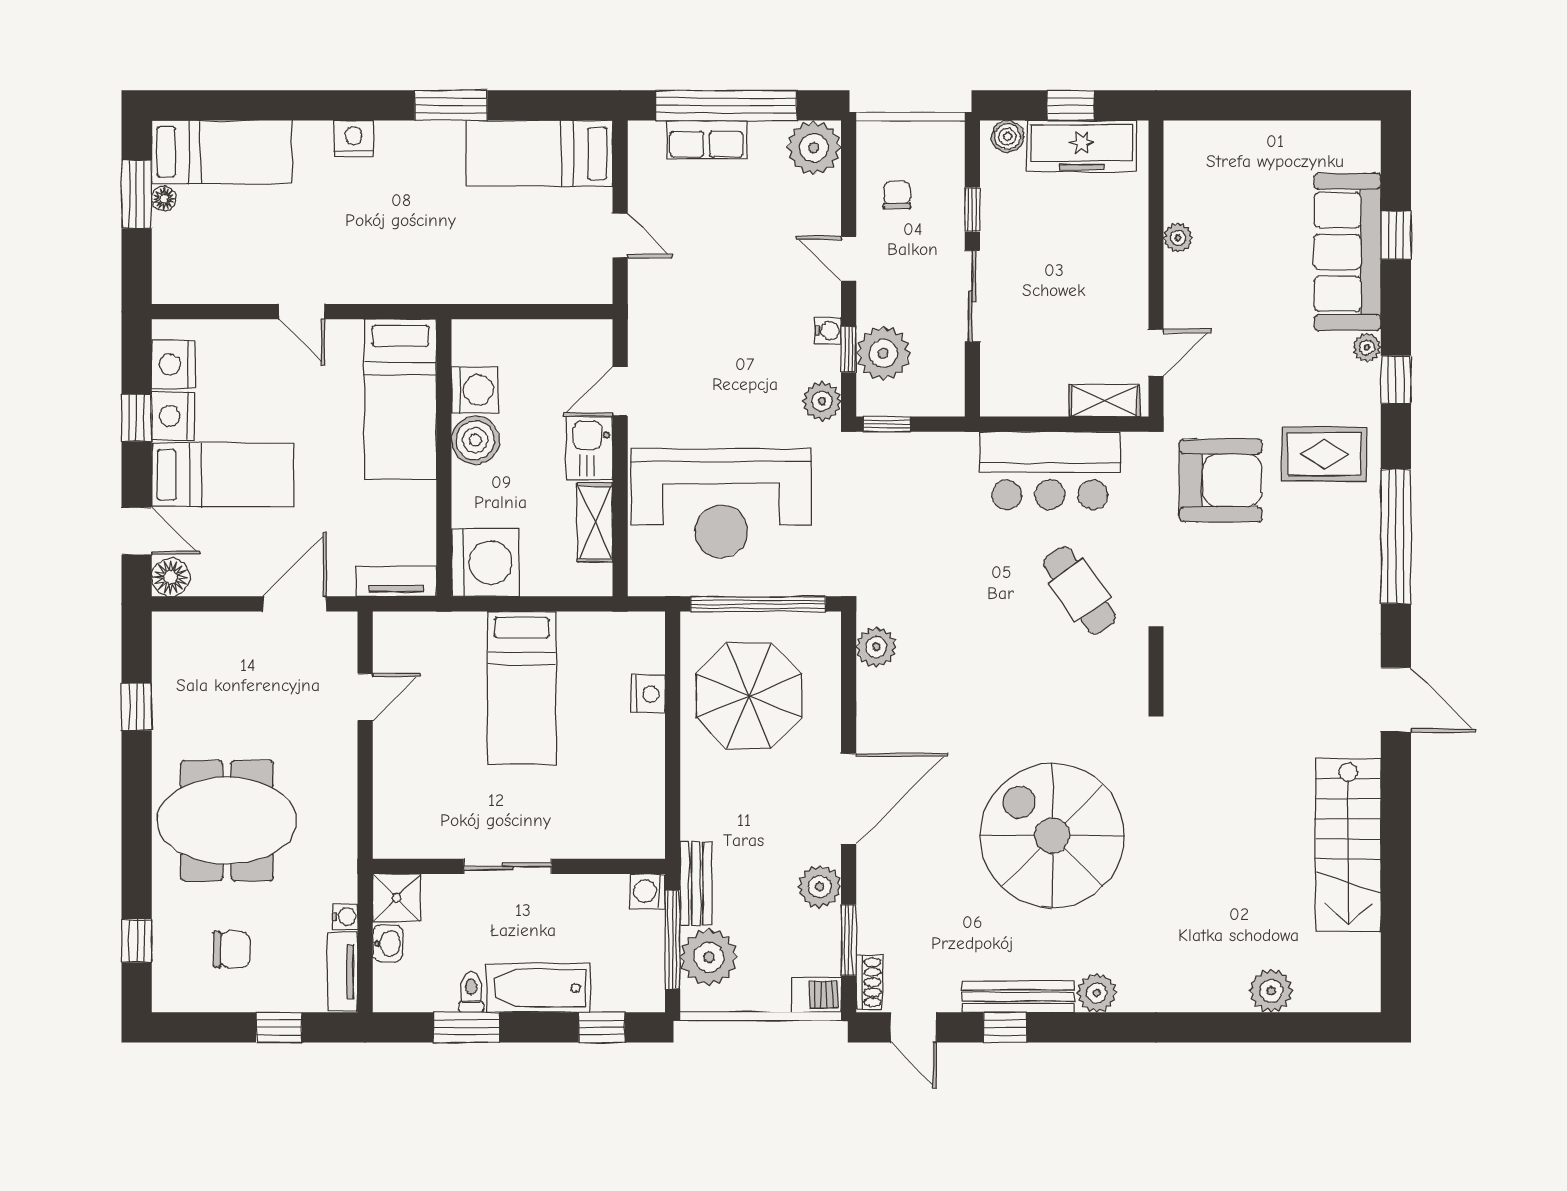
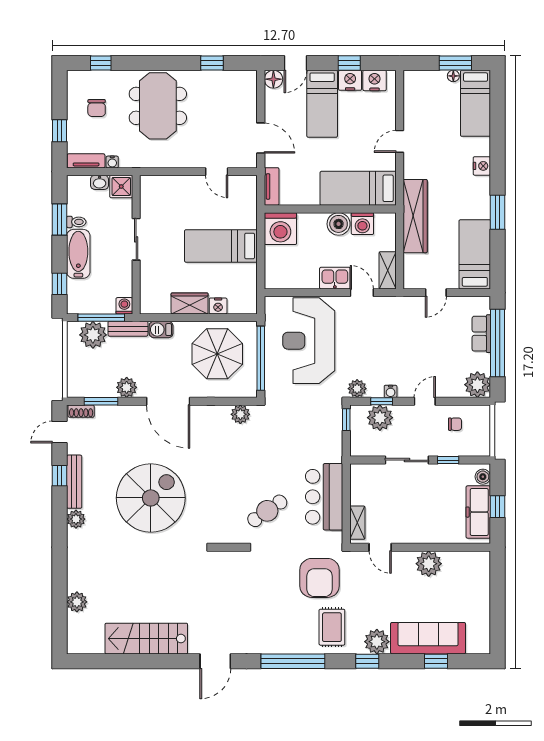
plant: (1178, 238) -> (429, 564), width x1.87, depth x1.87
wardrobe: (459, 279) -> (415, 216), added
plant: (1367, 348) -> (377, 642), width x1.87, depth x1.87
shelving: (595, 522) -> (388, 270), moved, turned 90
wardrobe: (643, 754) -> (190, 303), added
barbecue: (816, 995) -> (161, 330), moved, turned 90

